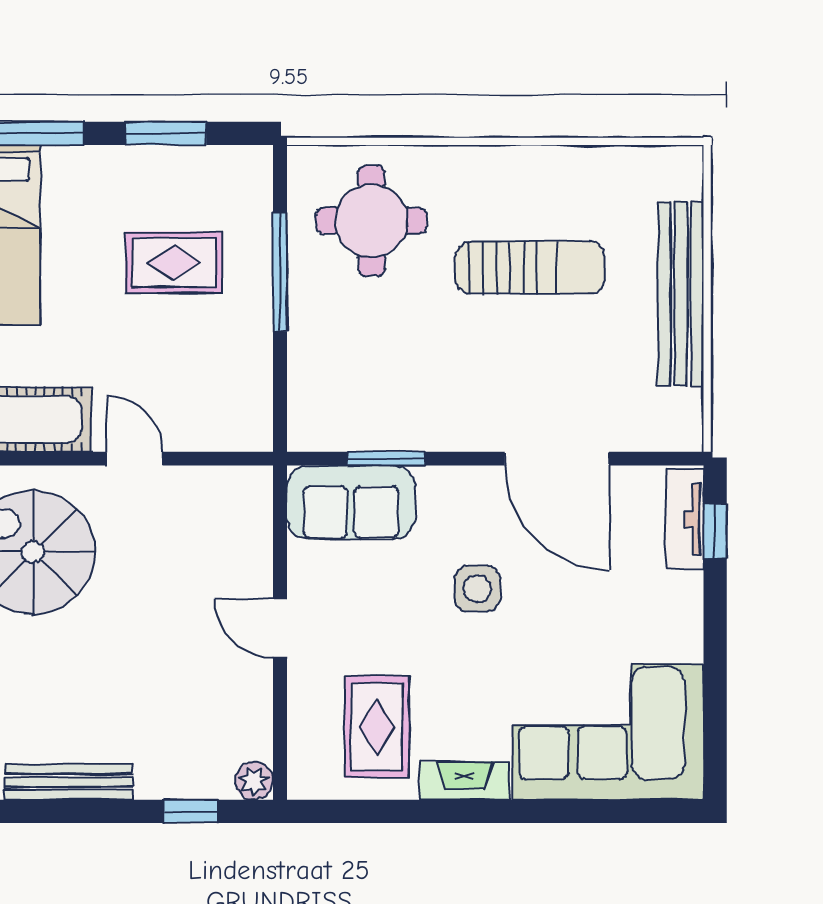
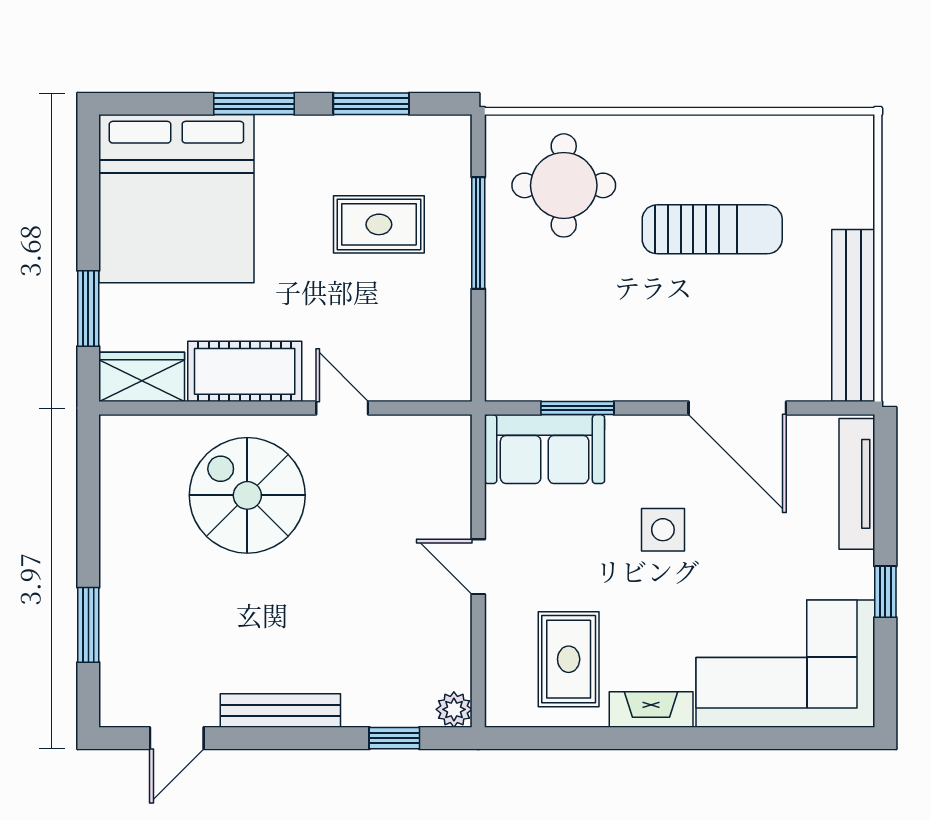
bench: (681, 294) -> (853, 315), moved
tv unit: (685, 519) -> (857, 484), width x1.41
window: (715, 531) -> (885, 592), moved

